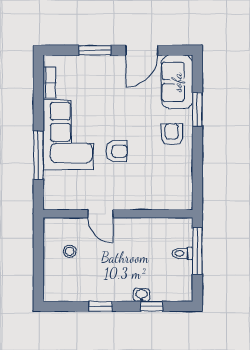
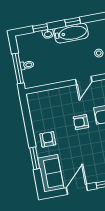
armchair: (172, 134) -> (48, 139), turned 180
door: (100, 214) -> (84, 80), swing flipped
bathtub: (106, 289) -> (71, 33), added

